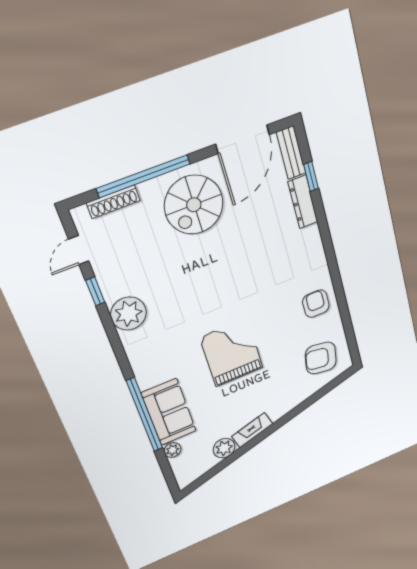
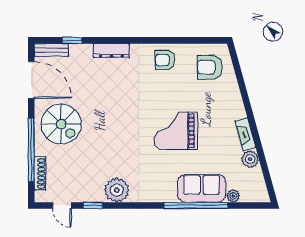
dresser: (303, 202) -> (111, 50), moved
armchair: (321, 358) -> (210, 67), turned 81

